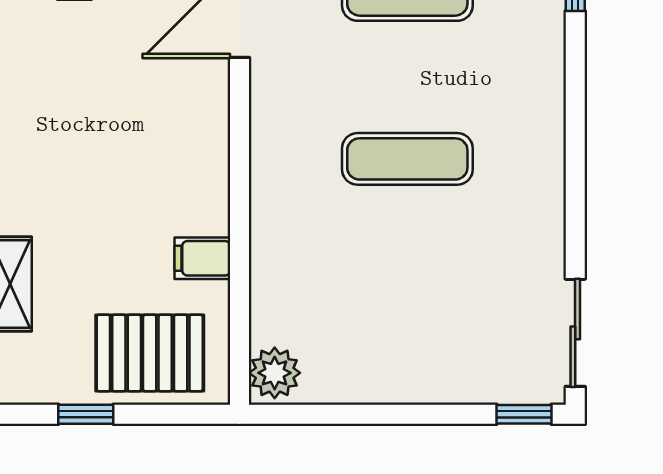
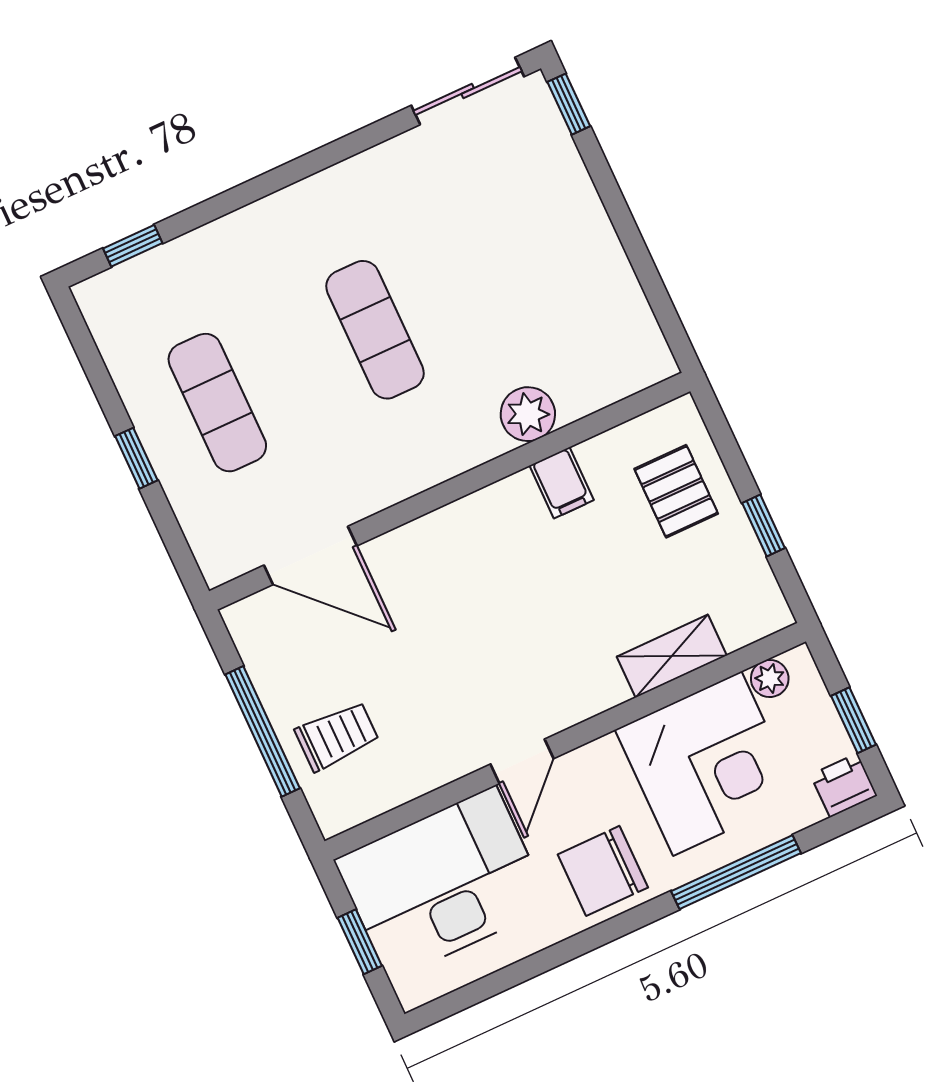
pallet: (150, 353) -> (676, 491), width x0.67, depth x0.71
plant: (275, 373) -> (528, 414), moved

